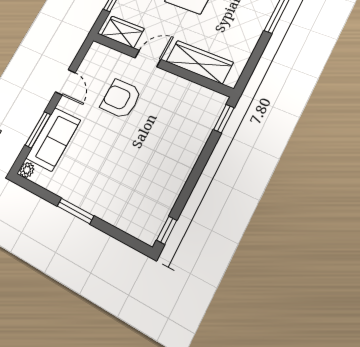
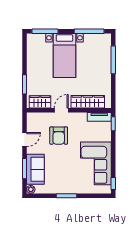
door: (65, 82) -> (24, 140), hinge flipped
tv unit: (205, 96) -> (99, 117), added
armchair: (121, 99) -> (59, 136), turned -90
corner sofa: (156, 177) -> (96, 163), added

